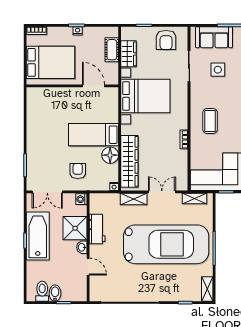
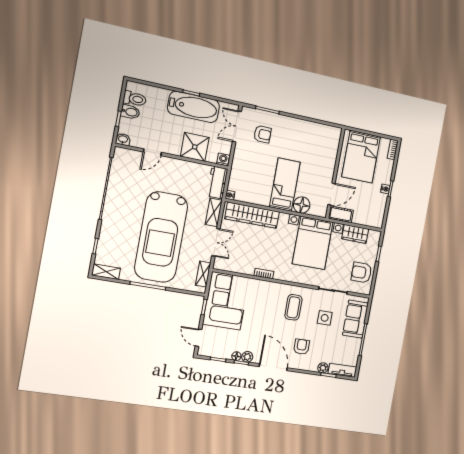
cot: (112, 50) -> (341, 214), moved
coffee table: (210, 121) -> (293, 307), moved, turned 90
floor lamp: (110, 155) -> (302, 205), moved
armchair: (78, 171) -> (262, 134), moved
workbench: (97, 229) -> (217, 182), moved, turned 90
washbasin: (82, 247) -> (123, 139), moved

